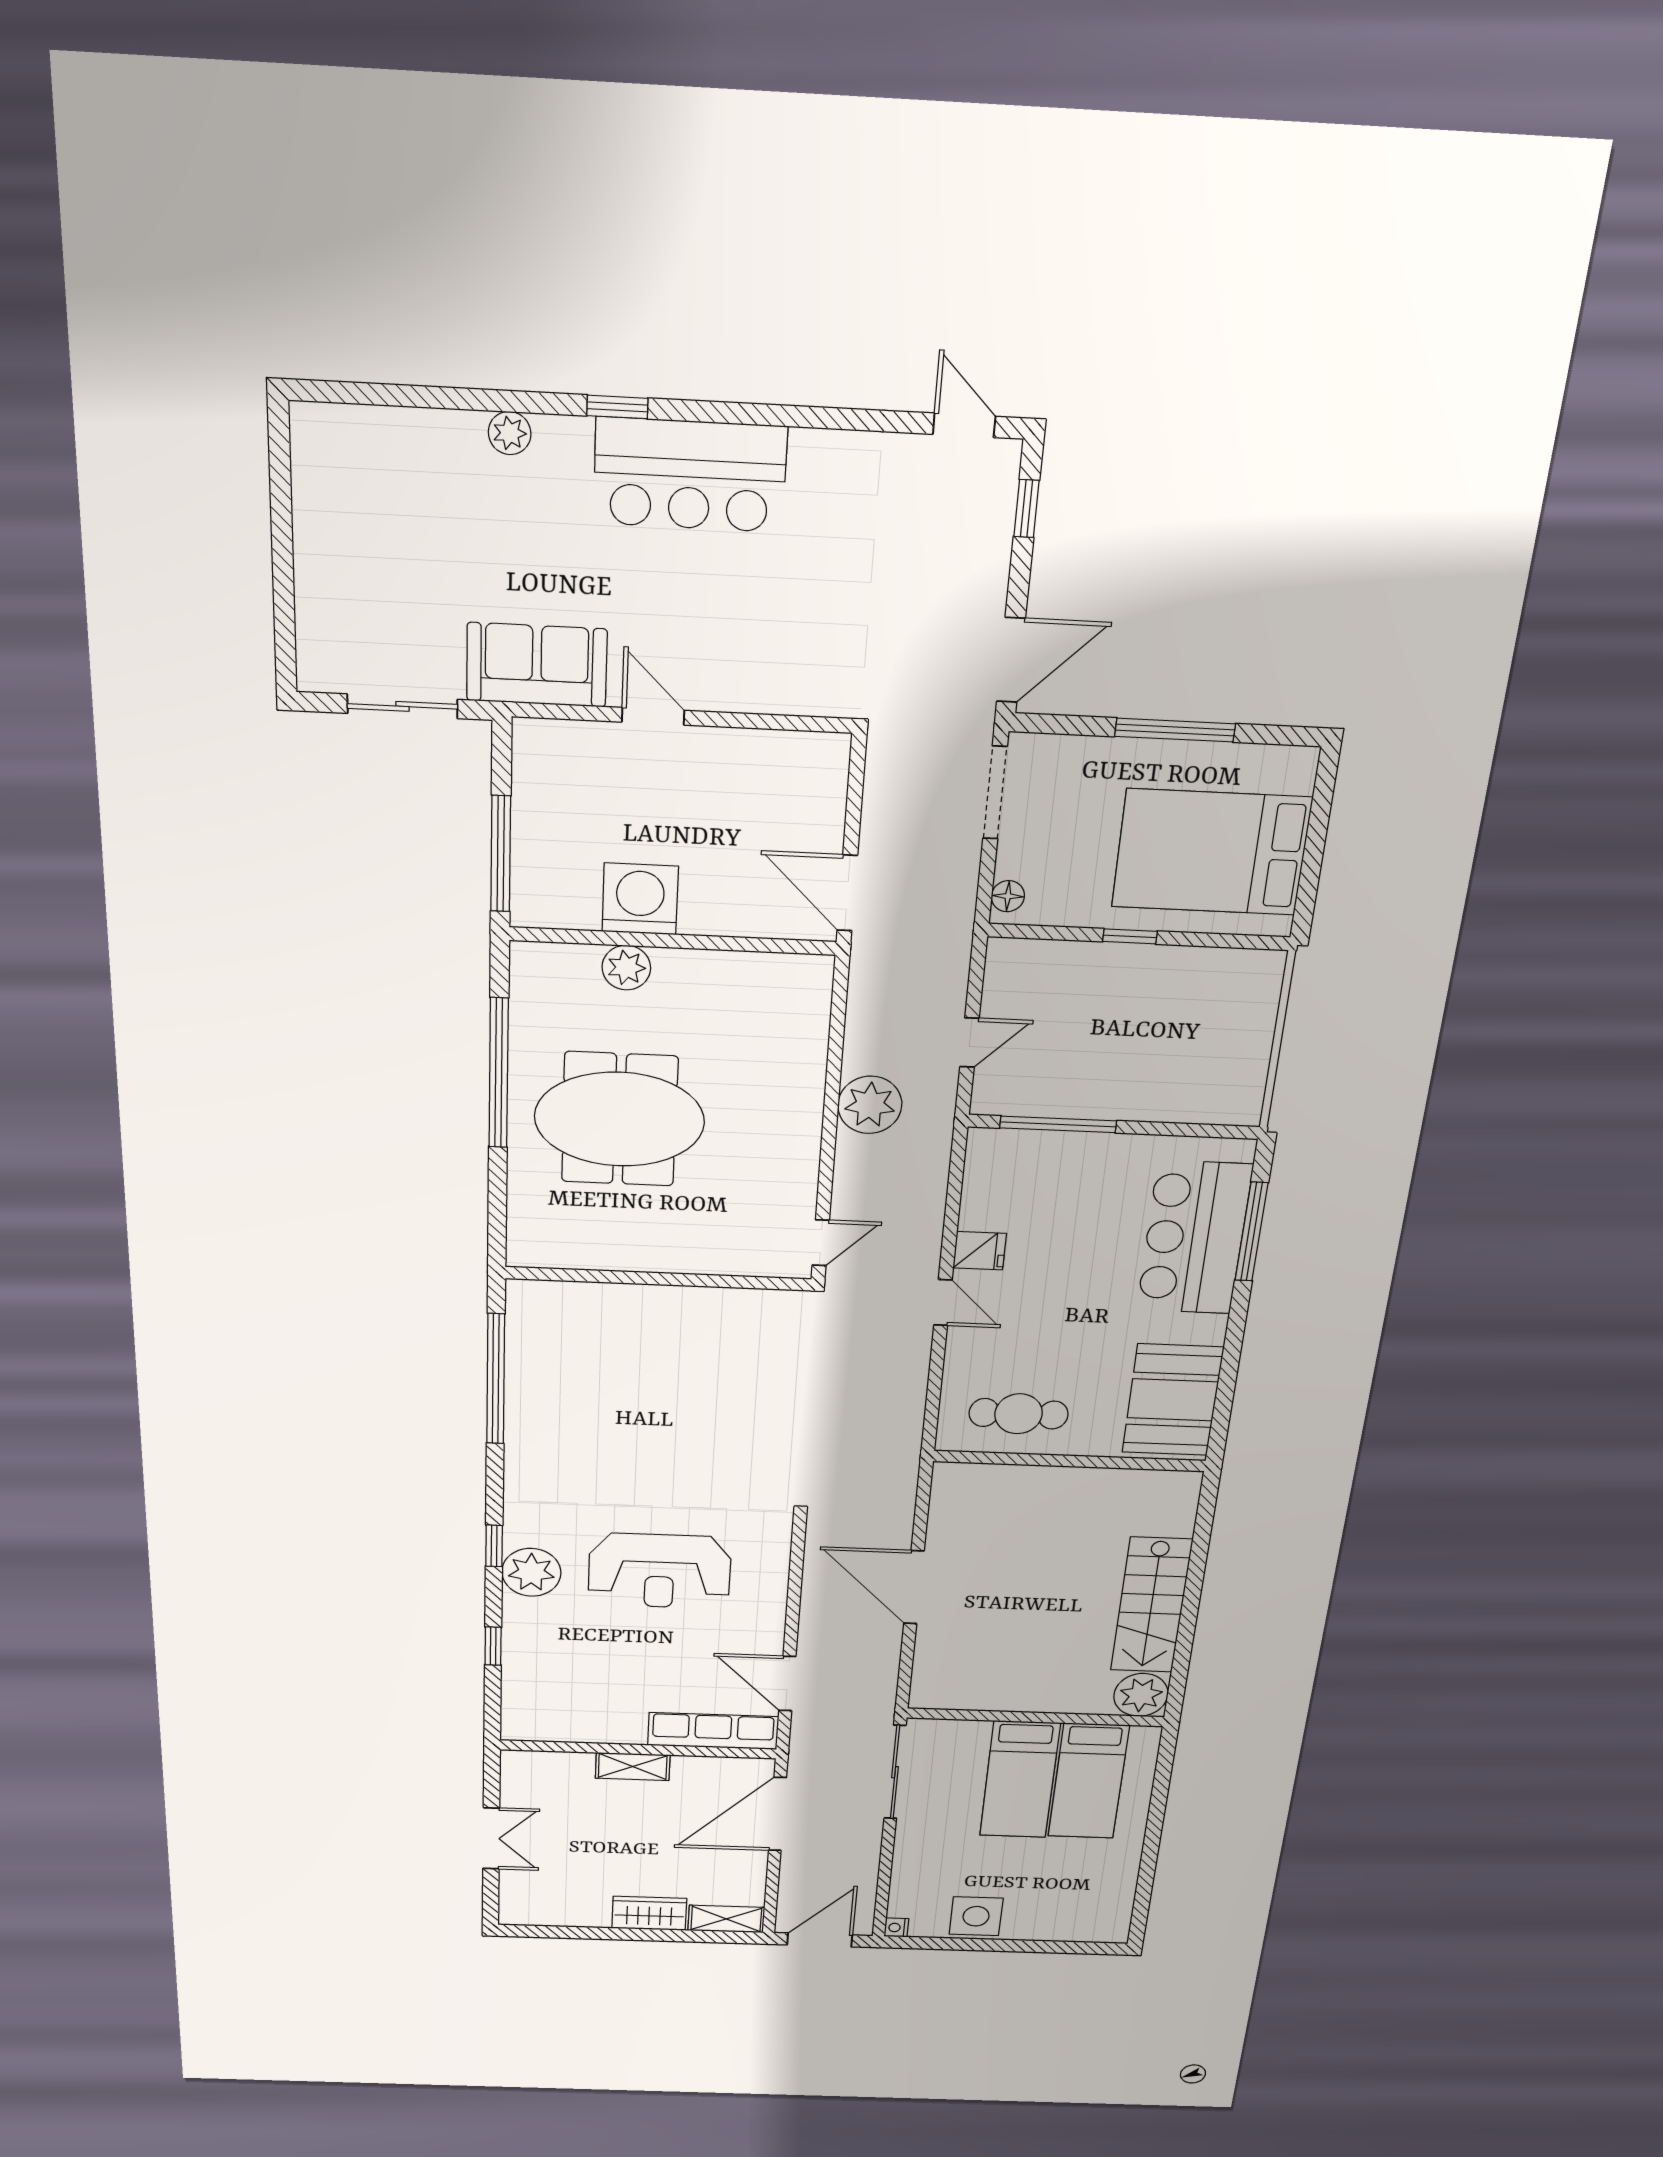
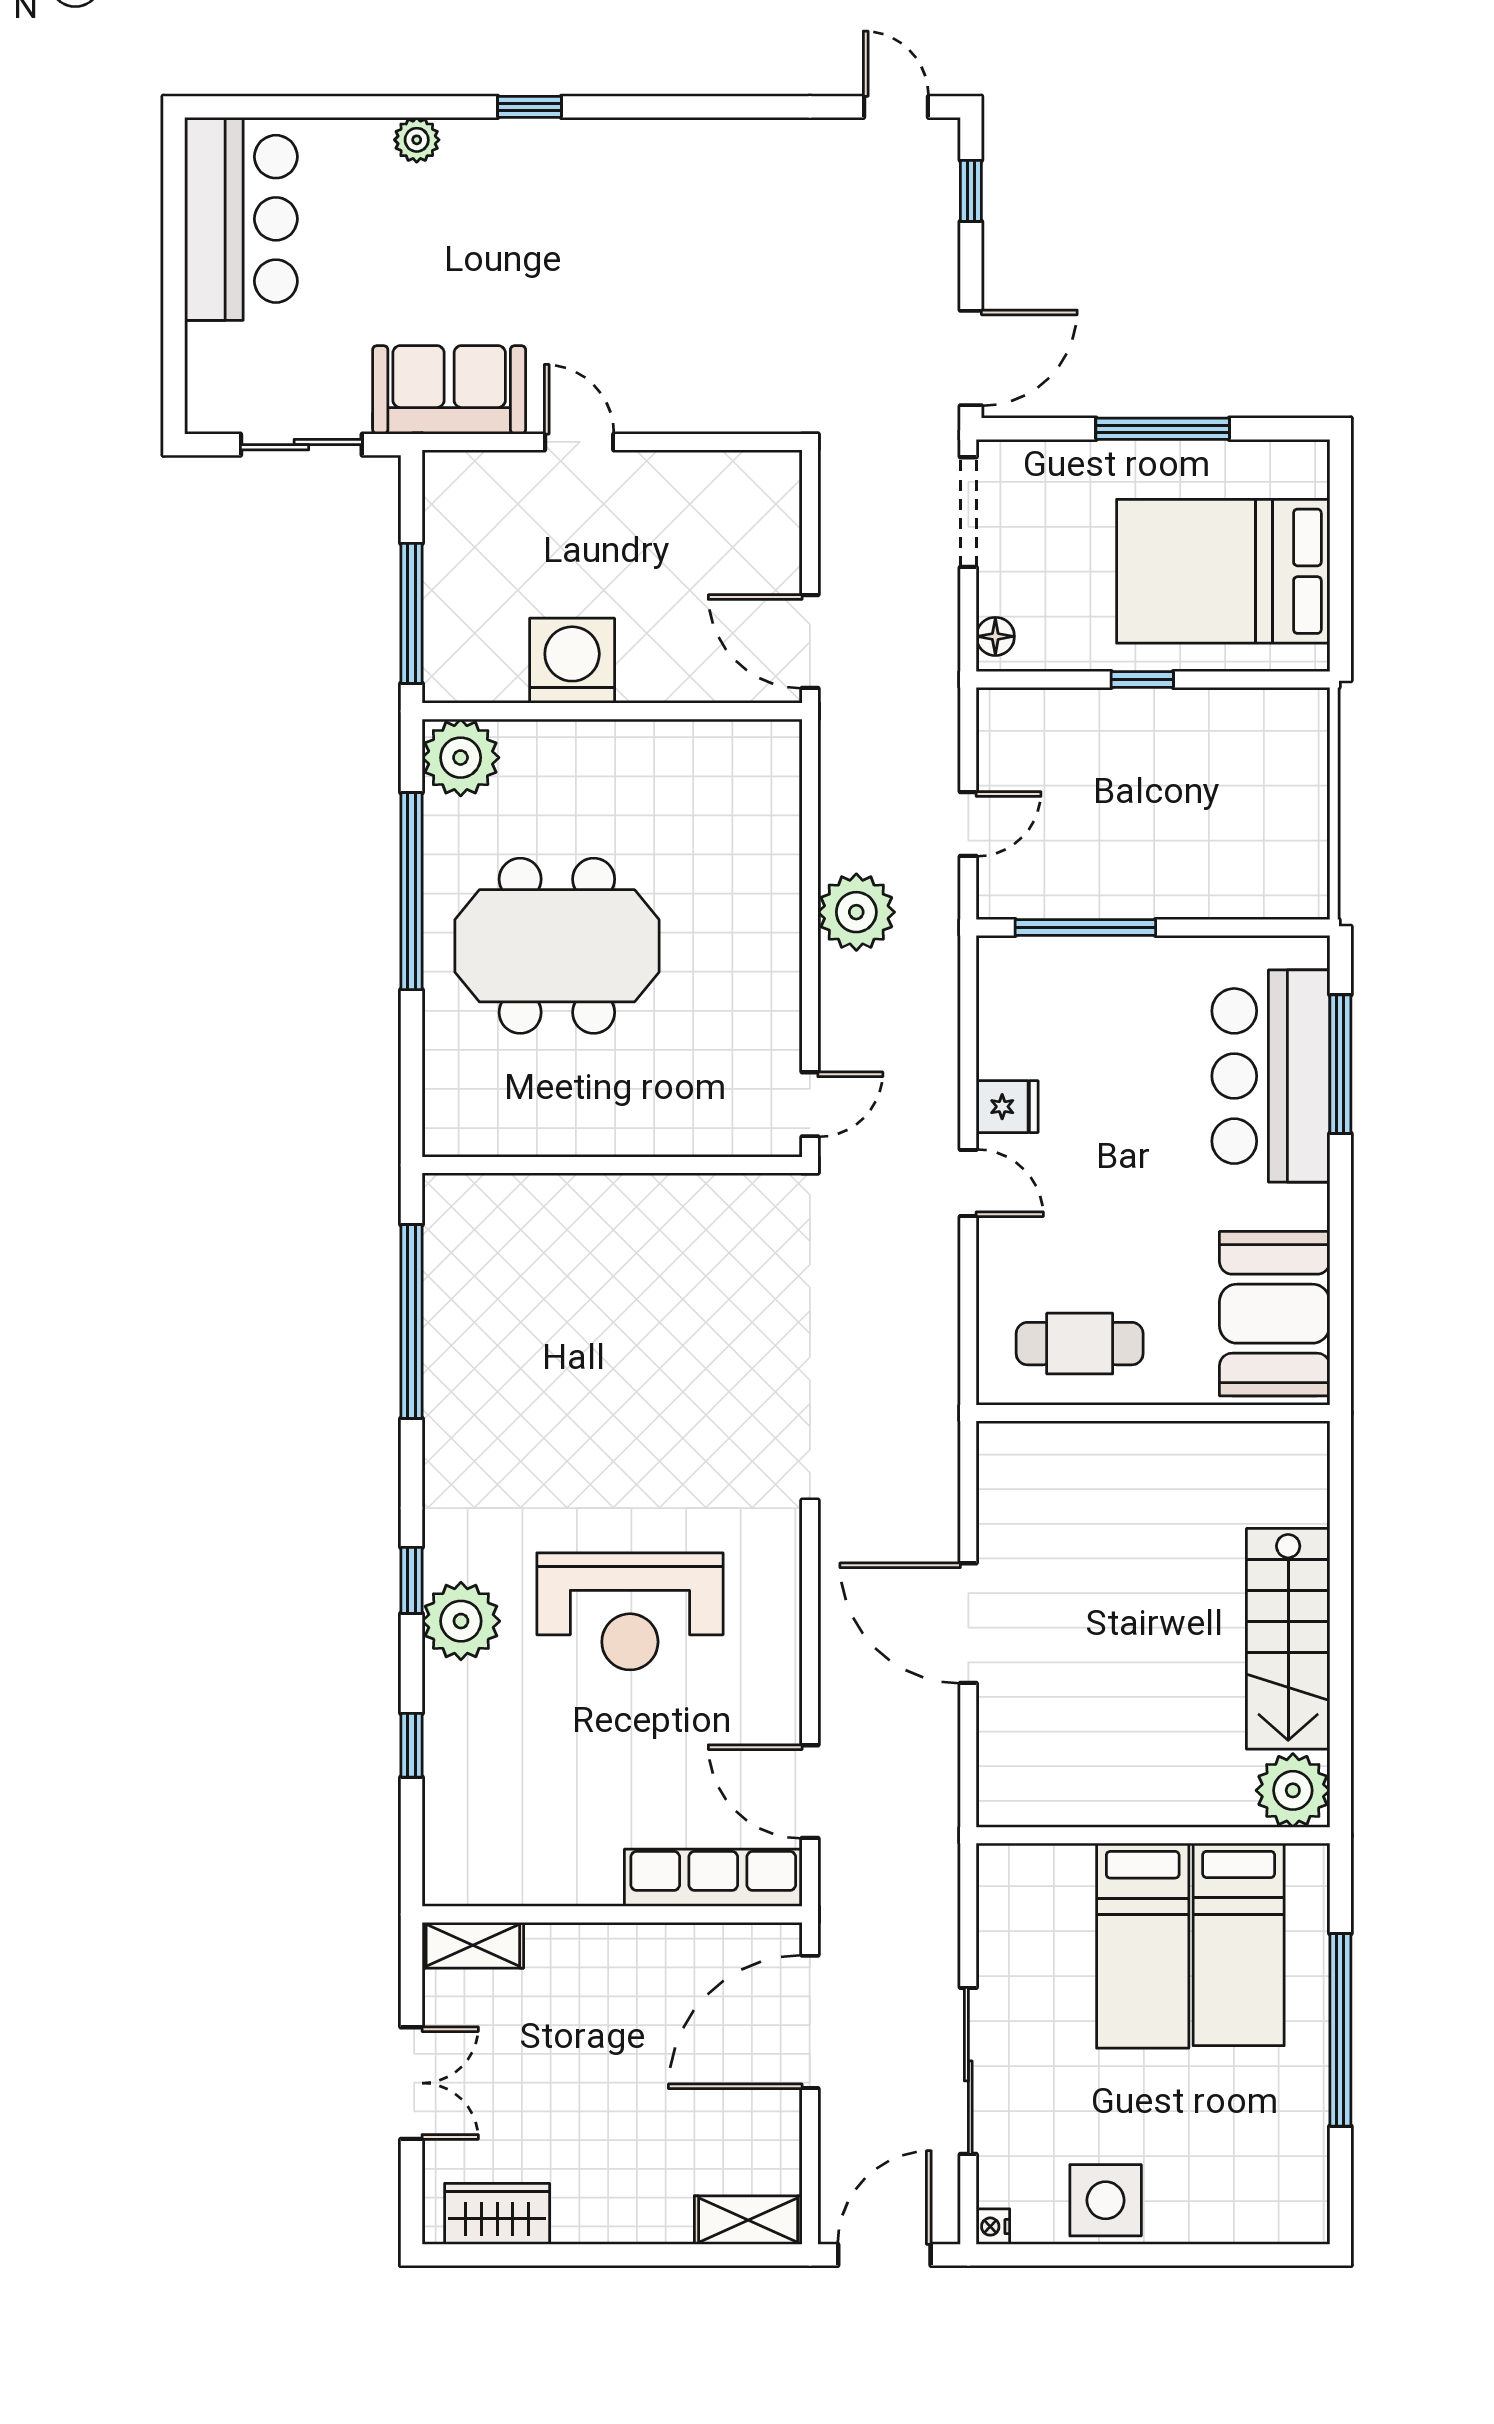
bar counter: (690, 475) -> (241, 219), moved, turned -90
plant: (626, 968) -> (461, 758), moved, width x1.36, depth x1.36
shelving: (633, 1767) -> (473, 1945), moved
sliding door: (895, 1772) -> (968, 2071), moved
window: (1154, 1830) -> (1340, 2030), added
wardrobe: (649, 1913) -> (497, 2214), moved

